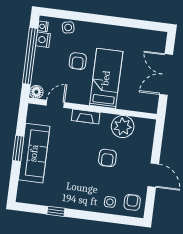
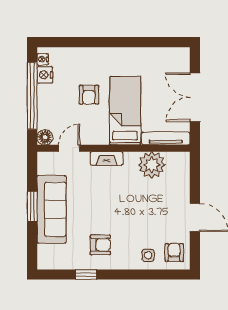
side table: (68, 27) -> (73, 57), removed
tv unit: (137, 106) -> (166, 138), added
armchair: (107, 158) -> (100, 245), moved, turned -90

